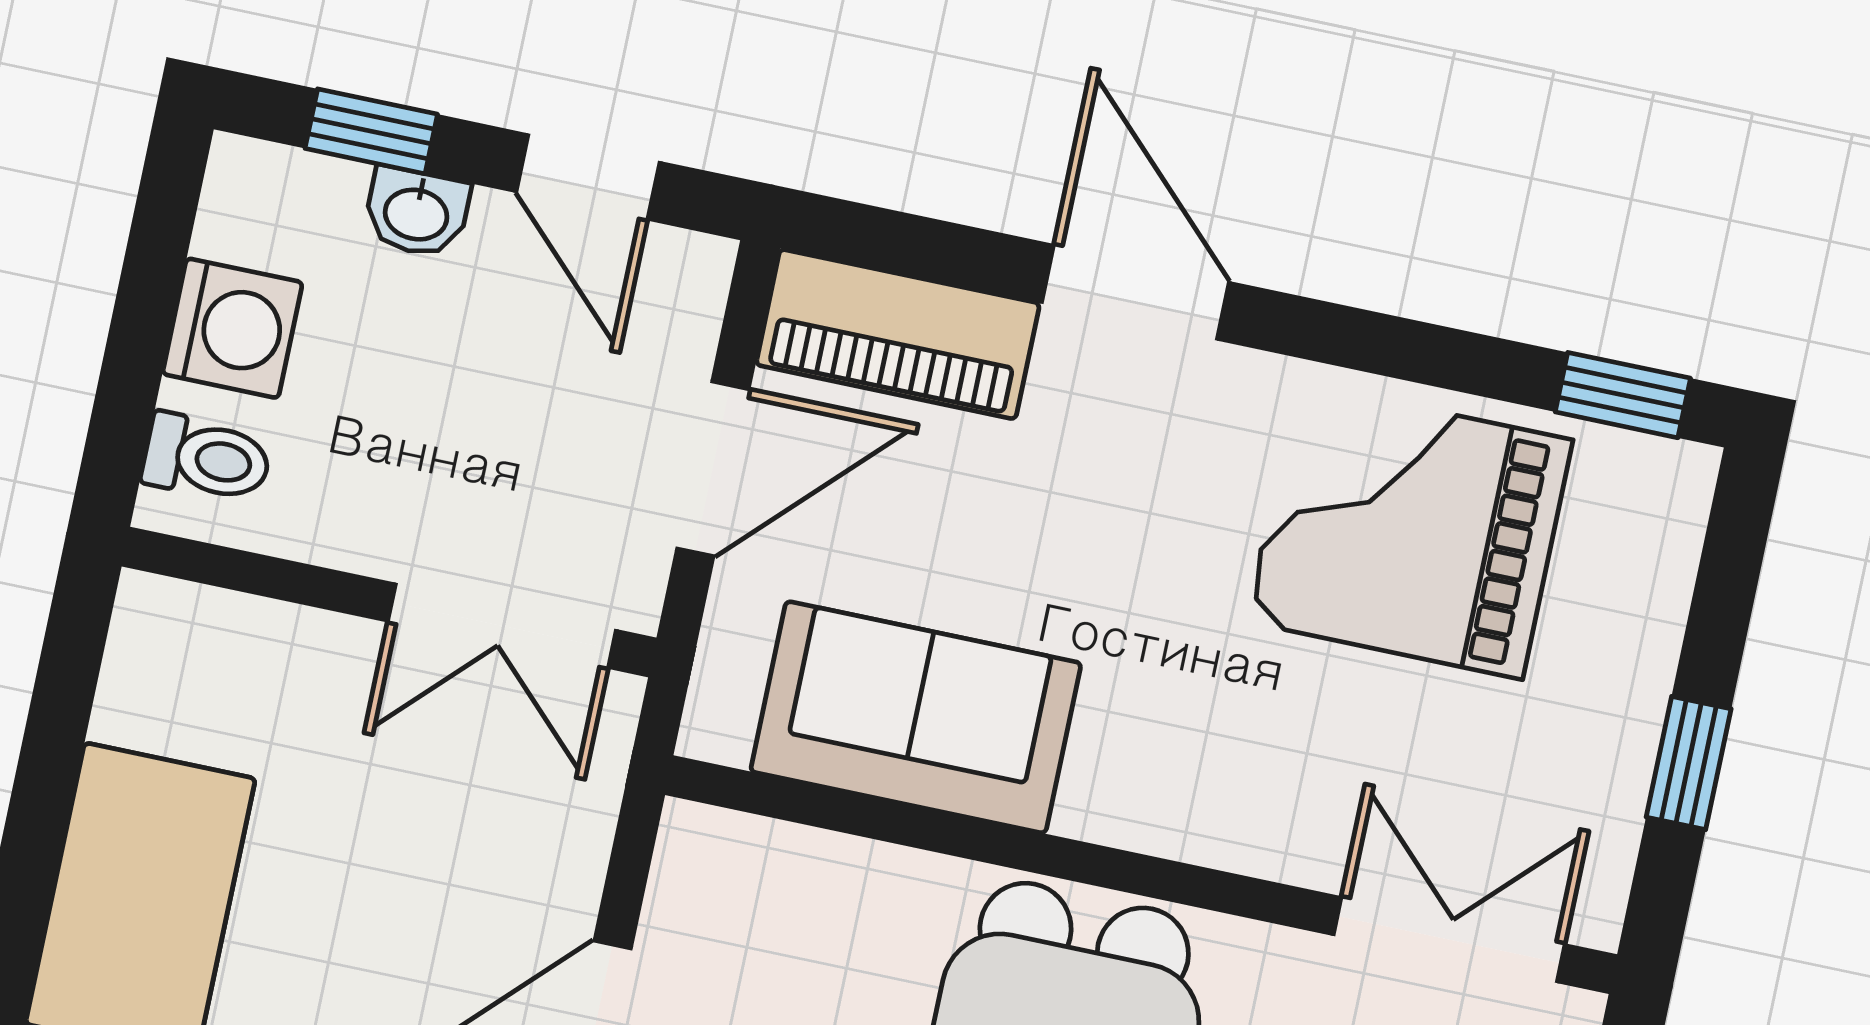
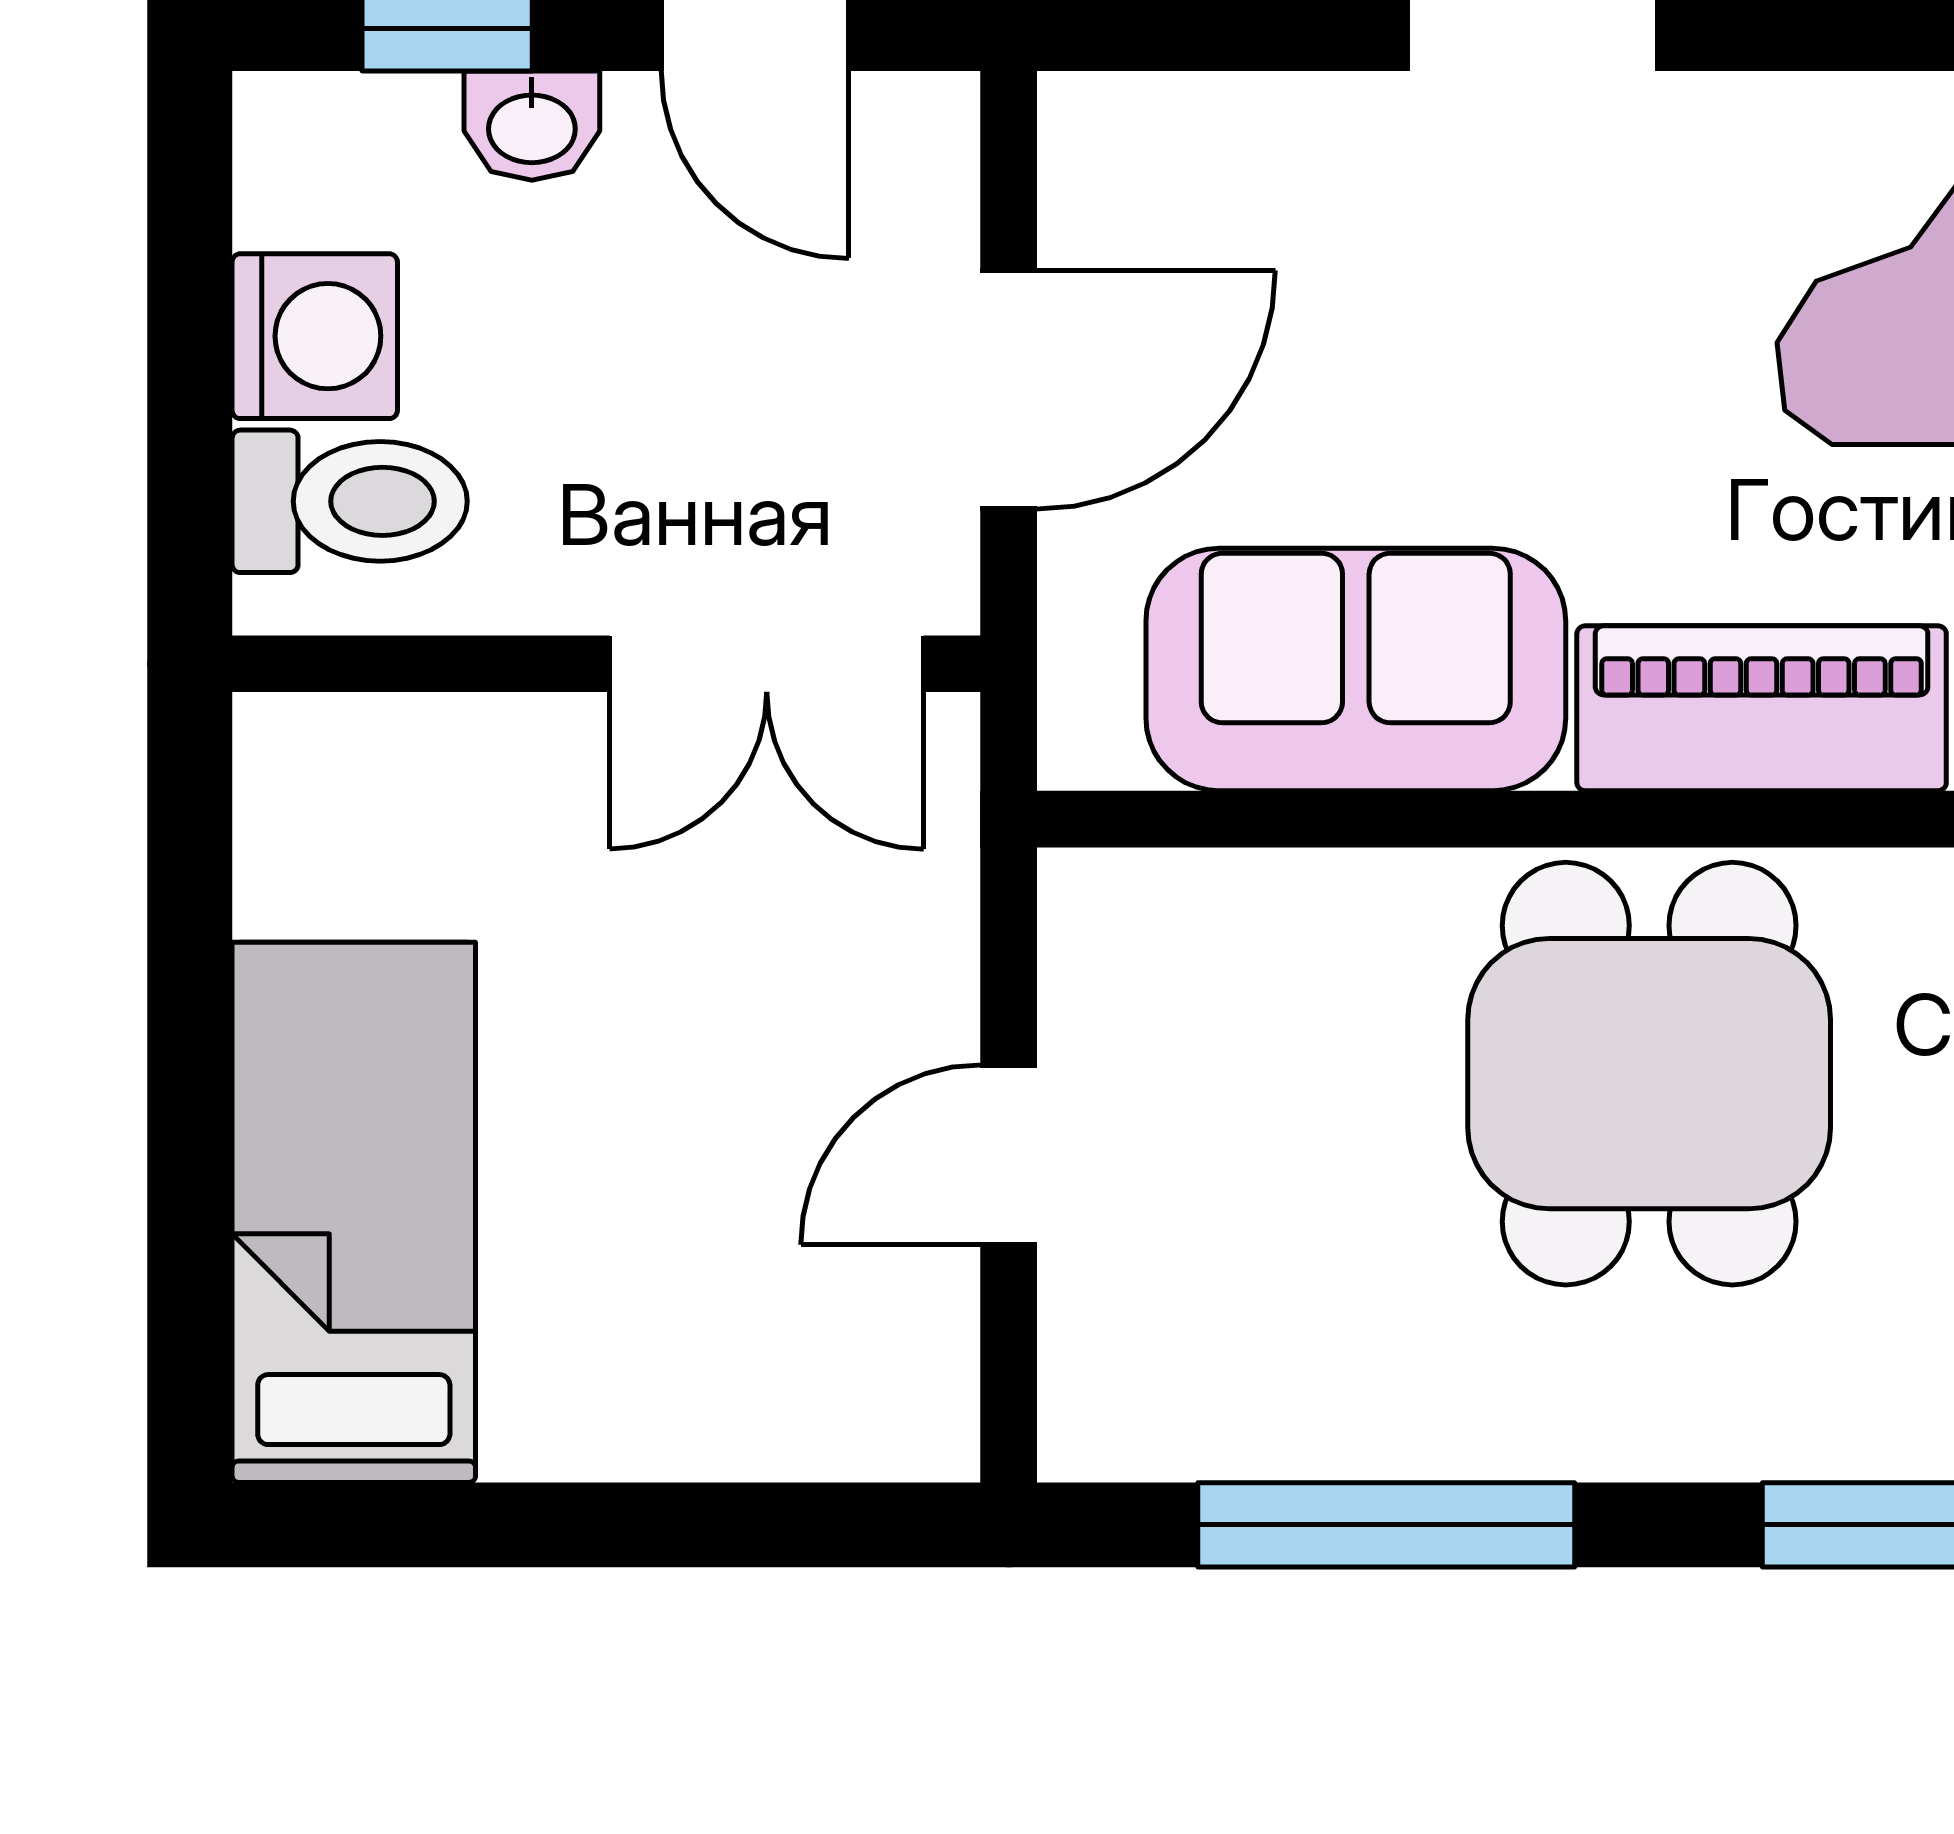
piano: (898, 334) -> (1762, 708), moved, turned 180
toilet: (207, 458) -> (350, 501), width x1.37, depth x1.39

